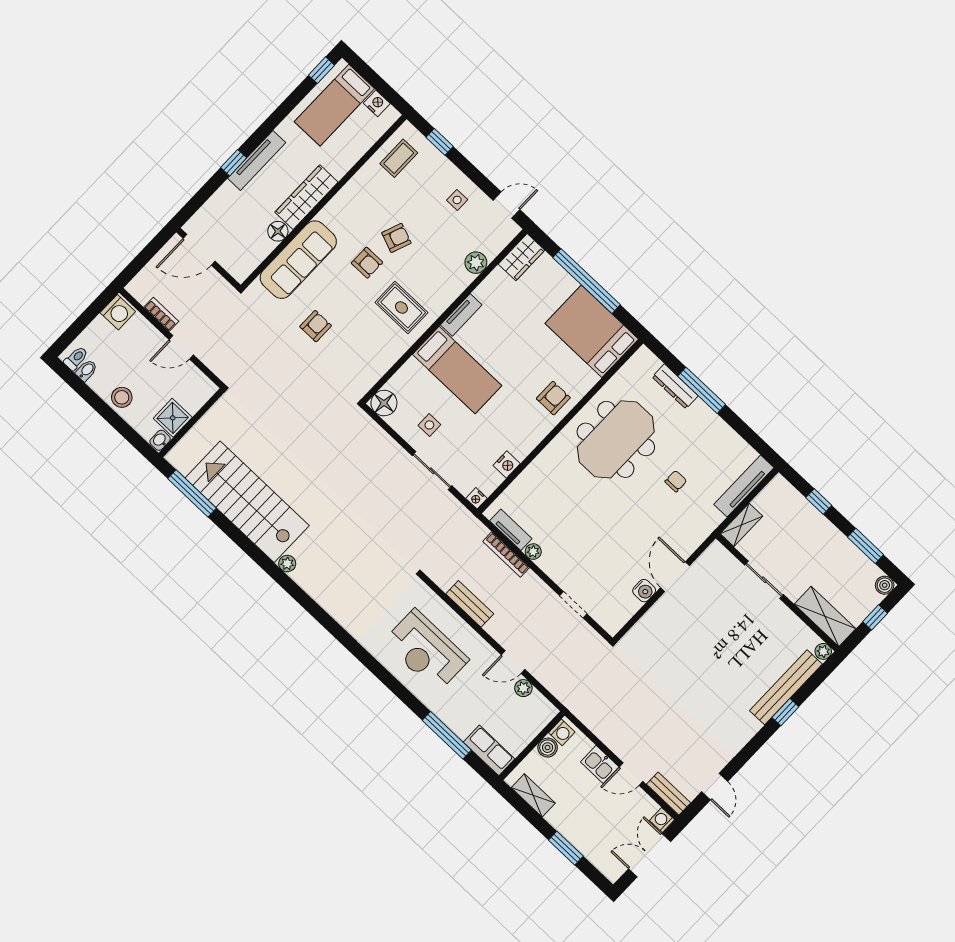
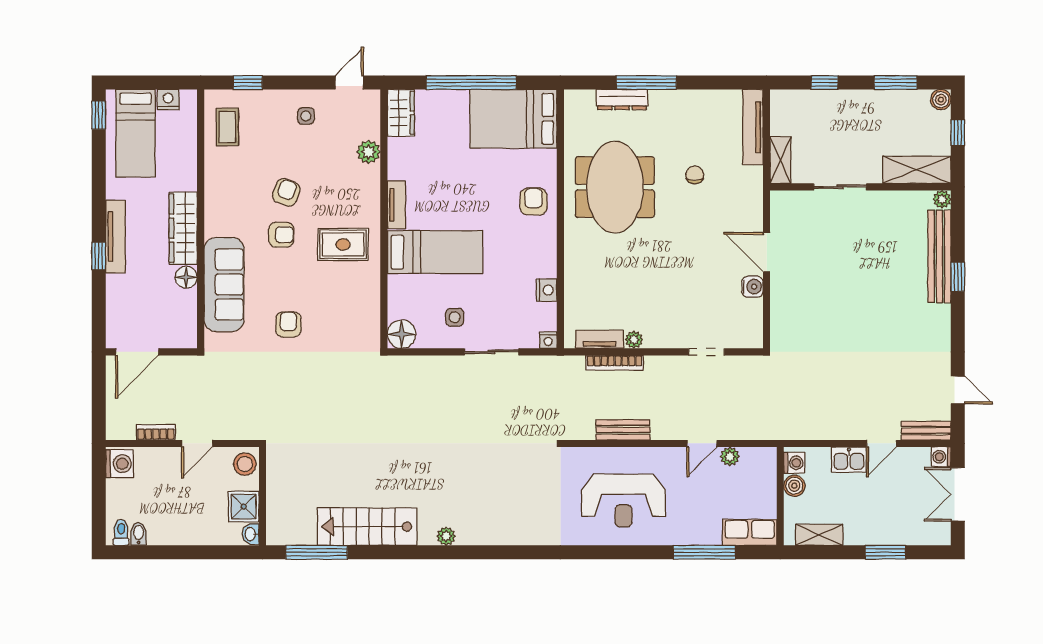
stool: (122, 397) -> (245, 464), moved
stairs: (247, 502) -> (367, 527), width x0.73, depth x0.66

